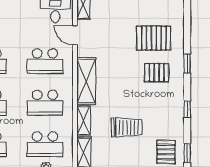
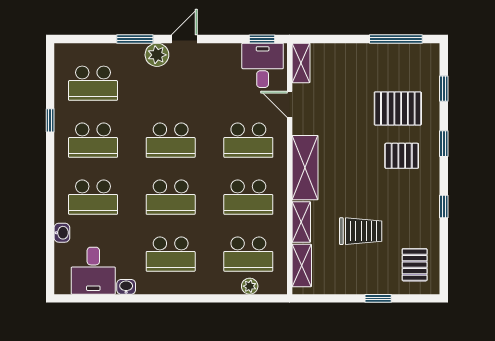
window: (187, 153) -> (444, 89), moved

